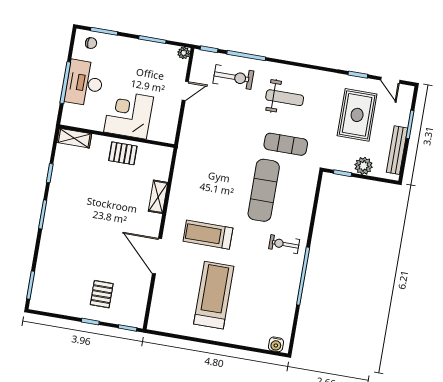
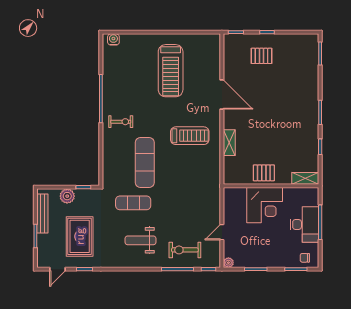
door: (390, 80) -> (57, 269), swing flipped
treadmill: (208, 235) -> (190, 136), moved
pallet: (102, 294) -> (261, 56), turned 90

